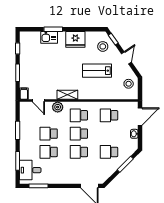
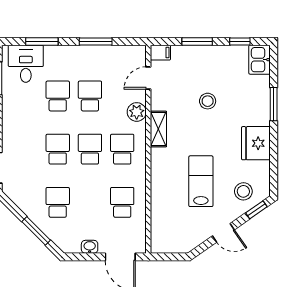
kitchen sink: (49, 37) -> (260, 60), moved
stool: (129, 84) -> (208, 101), moved

